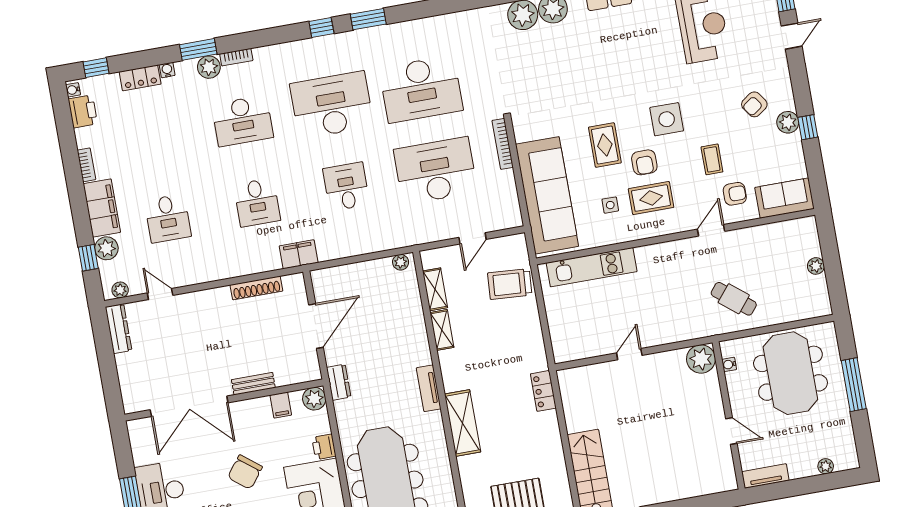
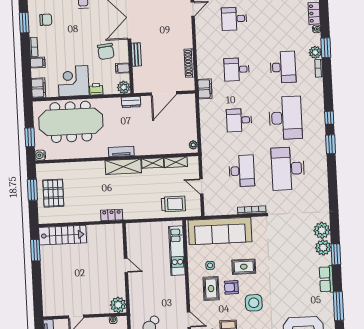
desk: (243, 121) -> (283, 67), turned 180
desk: (436, 171) -> (242, 171), width x0.73, depth x0.77
desk: (346, 187) -> (239, 120), turned 180
trolley: (510, 284) -> (173, 204), turned 86
door: (316, 326) -> (164, 93), hinge flipped
shelving: (463, 423) -> (123, 167), moved
chair: (245, 472) -> (106, 51), moved, turned -134

